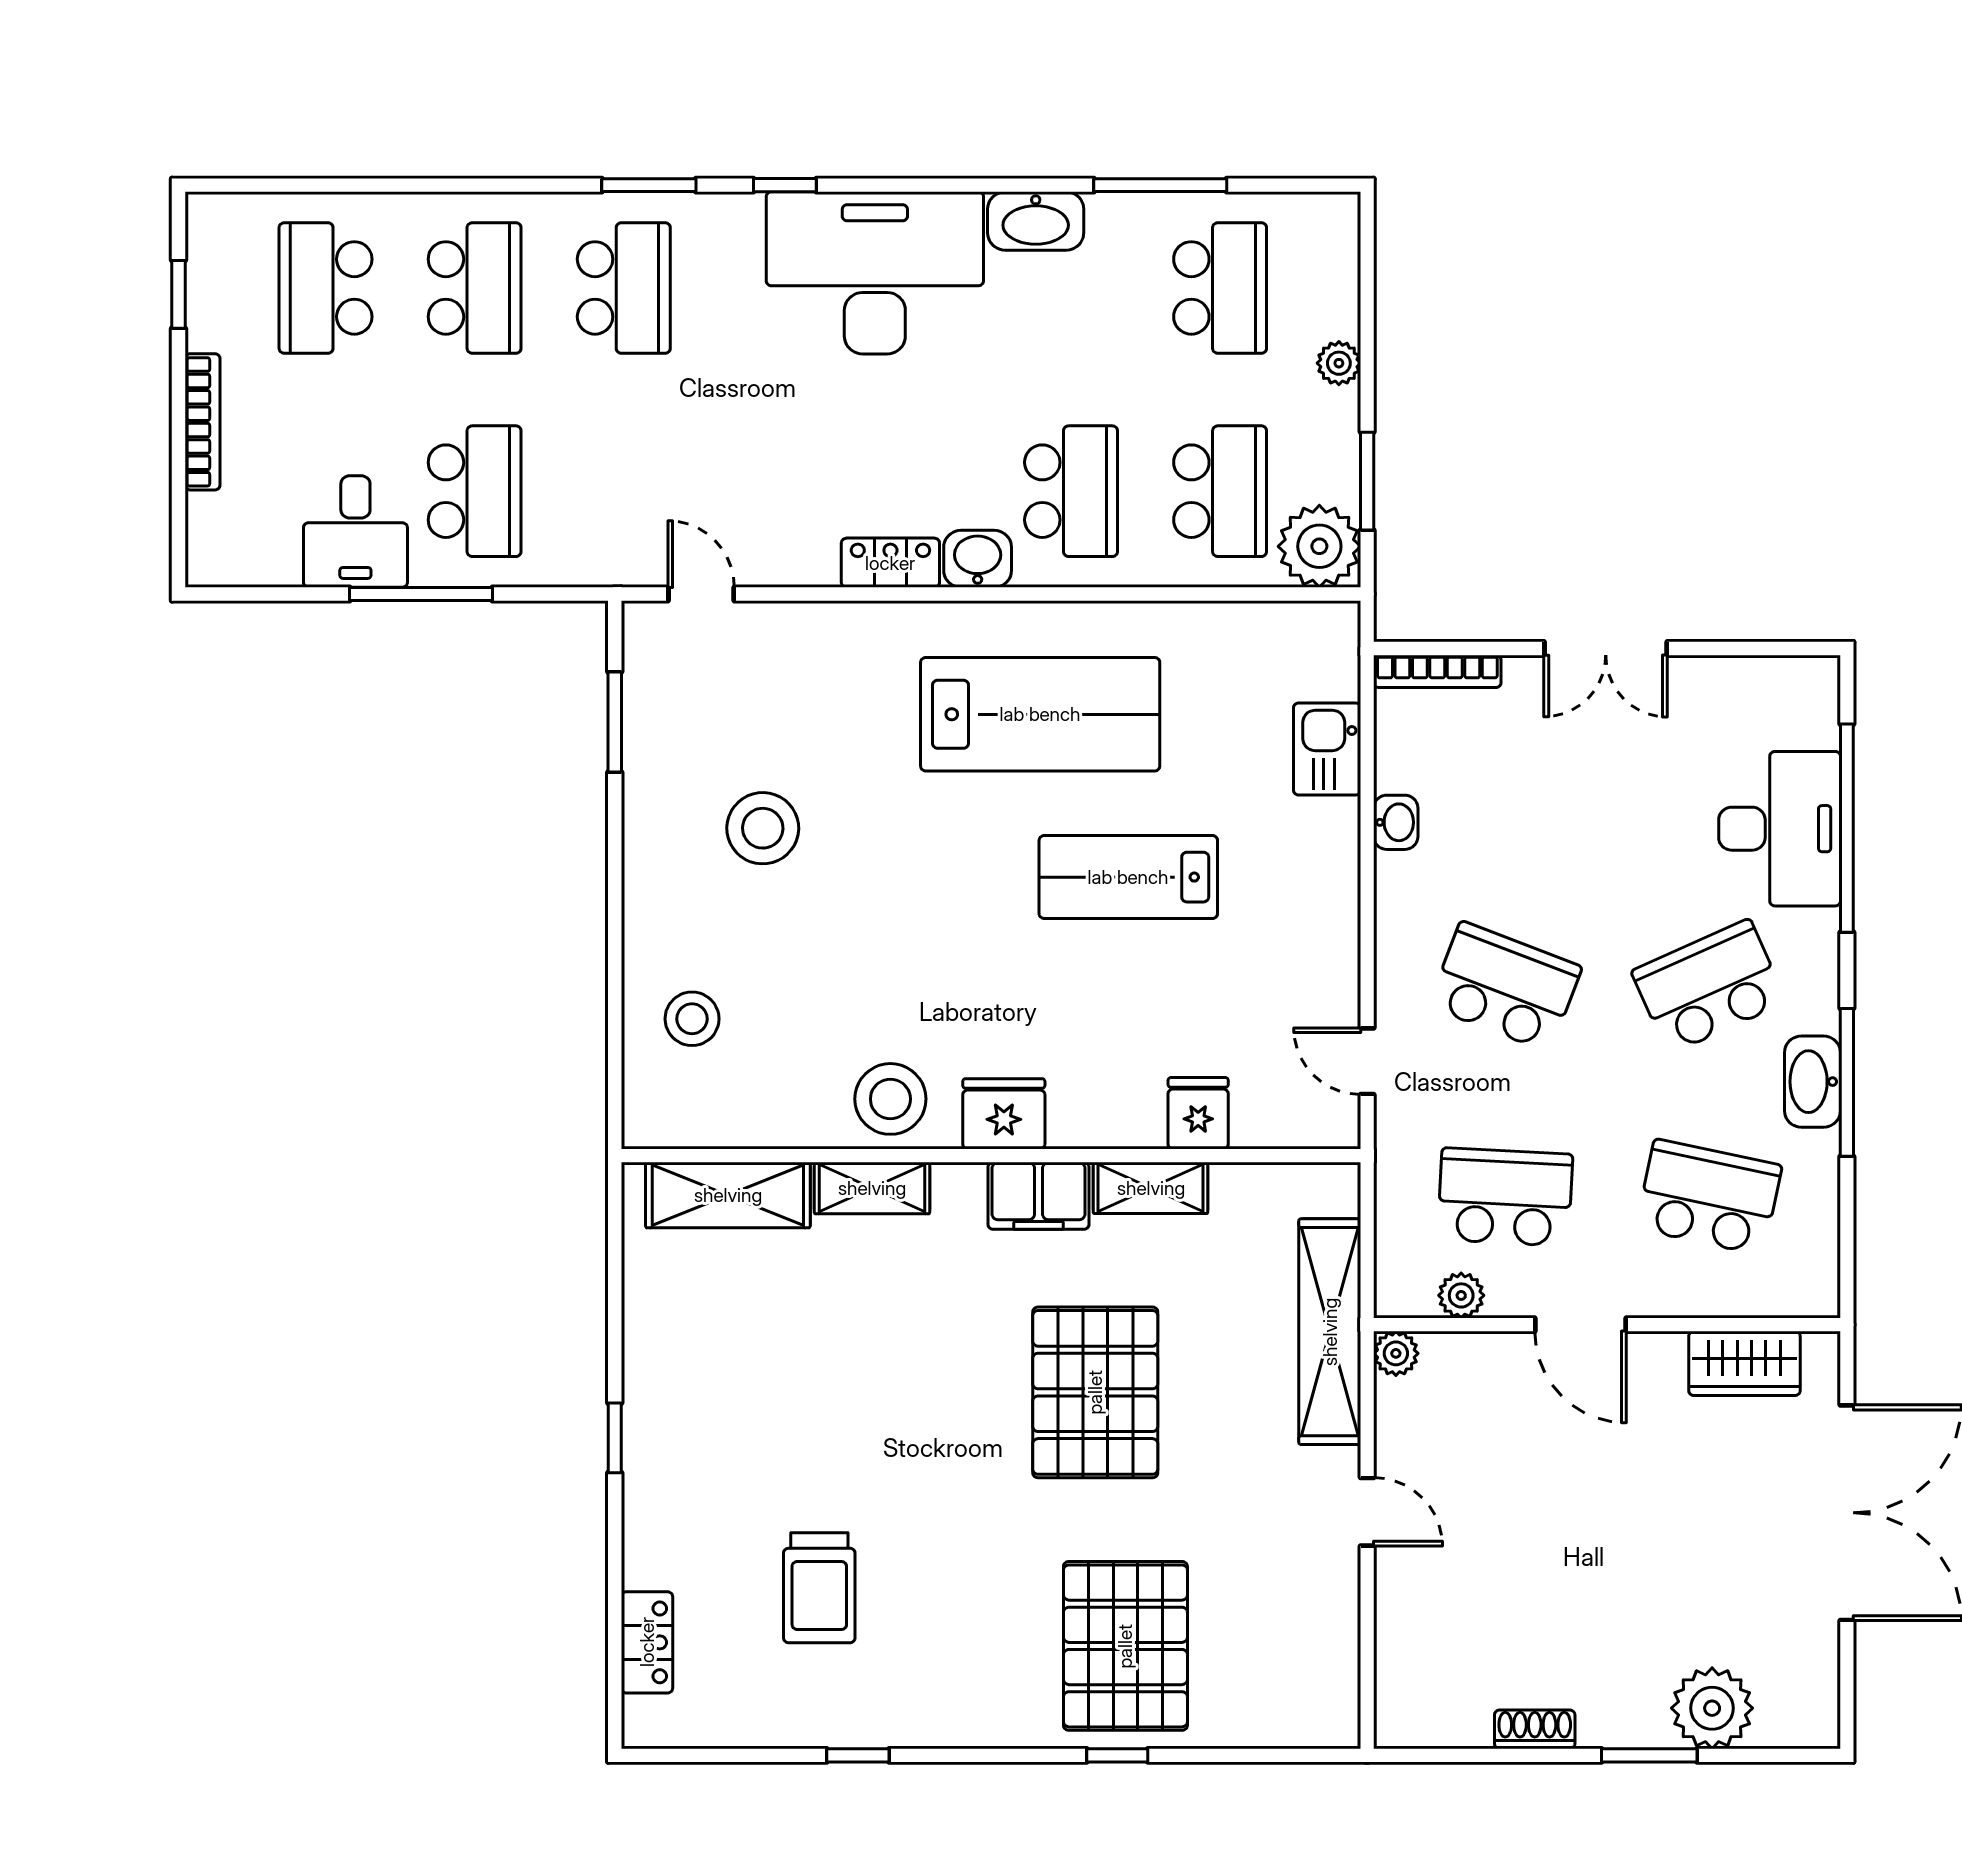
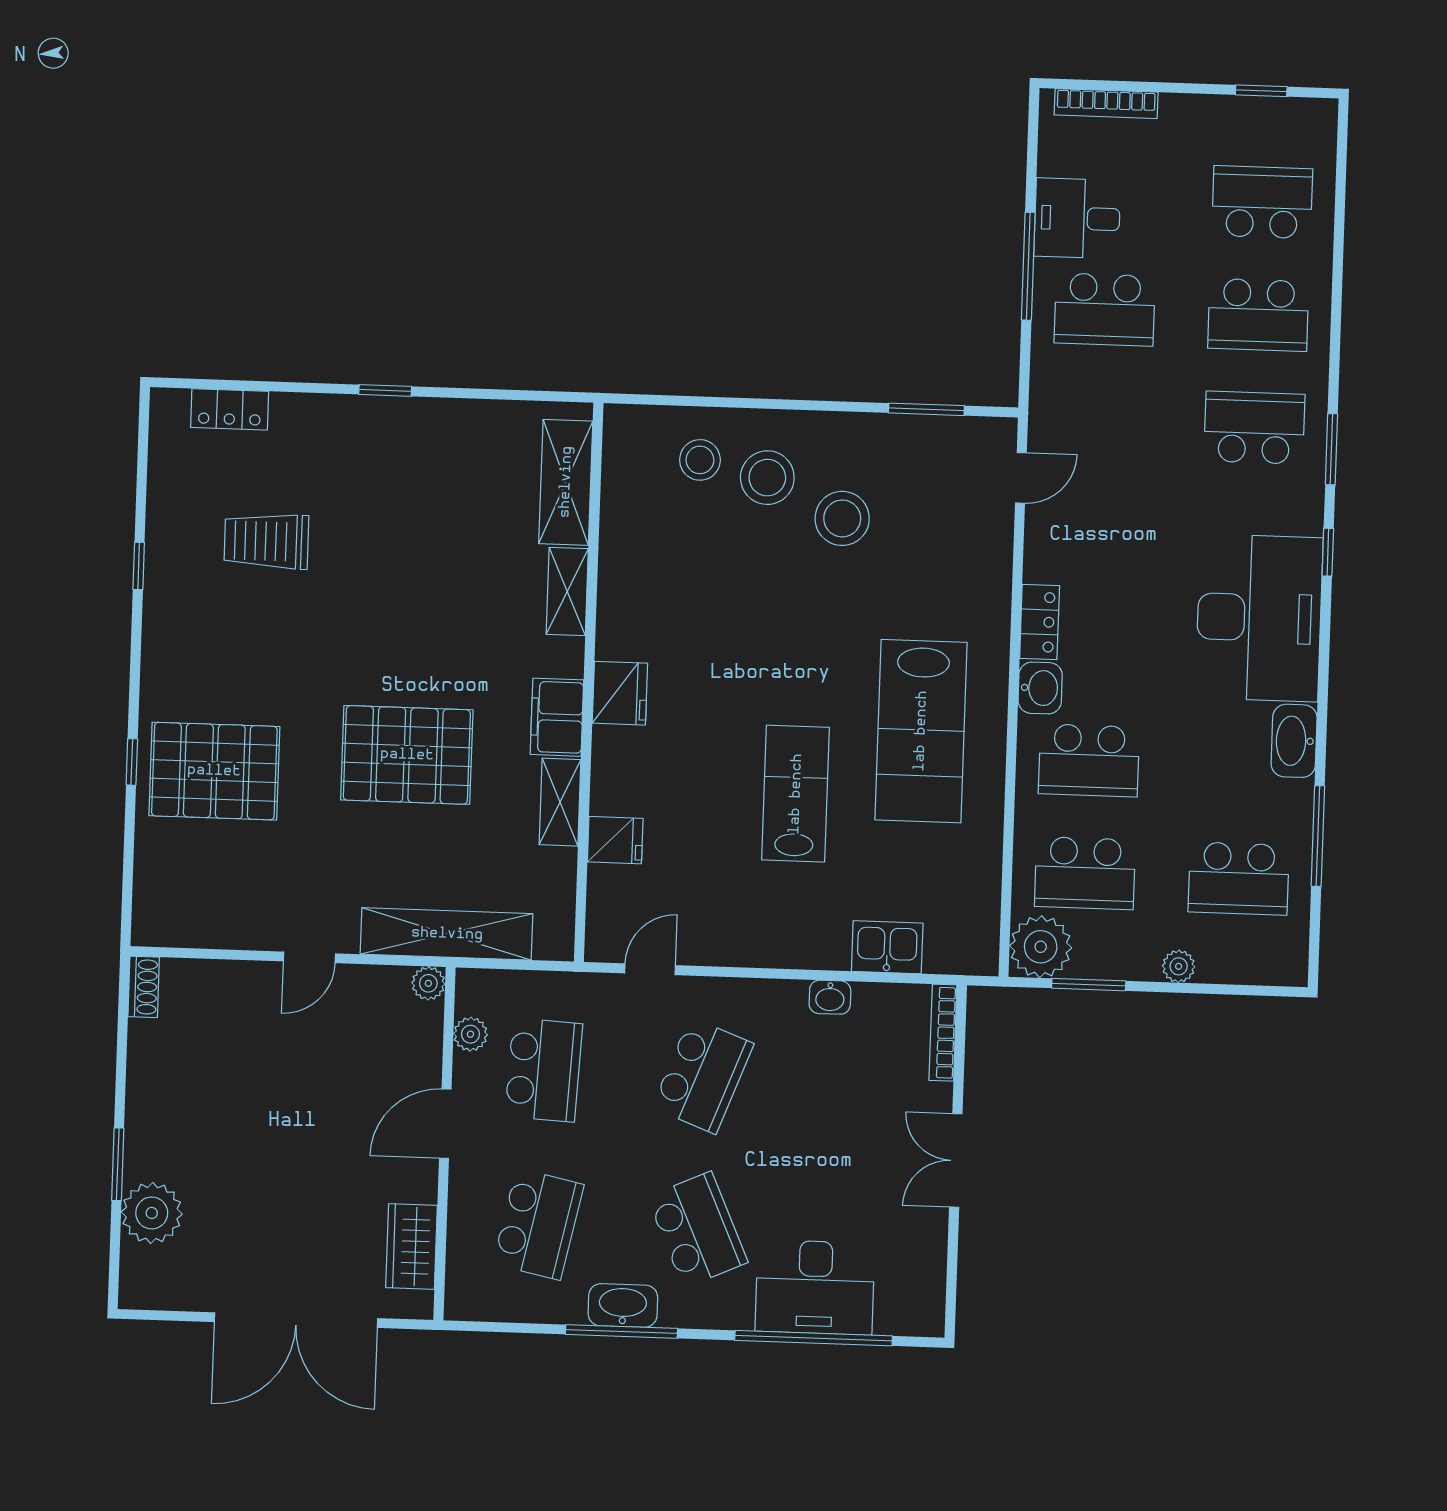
school desk: (624, 288) -> (1254, 428), turned 180
bookcase: (203, 422) -> (1106, 104), moved
stool: (890, 1099) -> (767, 478), moved
shoe rack: (1535, 1729) -> (144, 987), moved

